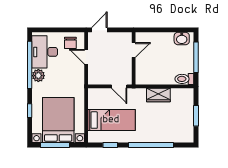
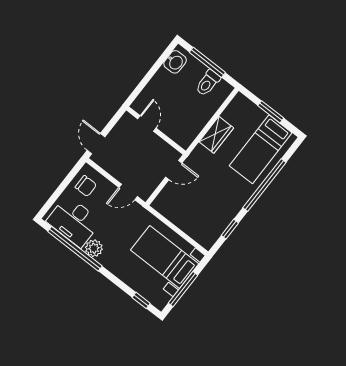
door: (86, 57) -> (128, 192), moved
toilet: (184, 79) -> (208, 83), moved
window: (30, 111) -> (141, 300), moved
bed with nightstands: (58, 120) -> (165, 257), width x0.73
bed: (111, 120) -> (261, 149), moved, turned 180

